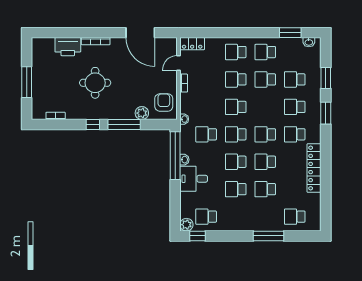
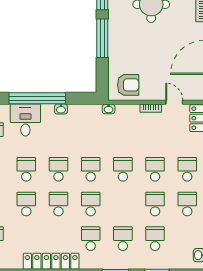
plant: (142, 113) -> (116, 59), removed
school desk: (206, 134) -> (91, 135), removed
window: (175, 156) -> (37, 98), moved
desk: (194, 179) -> (25, 120), moved

